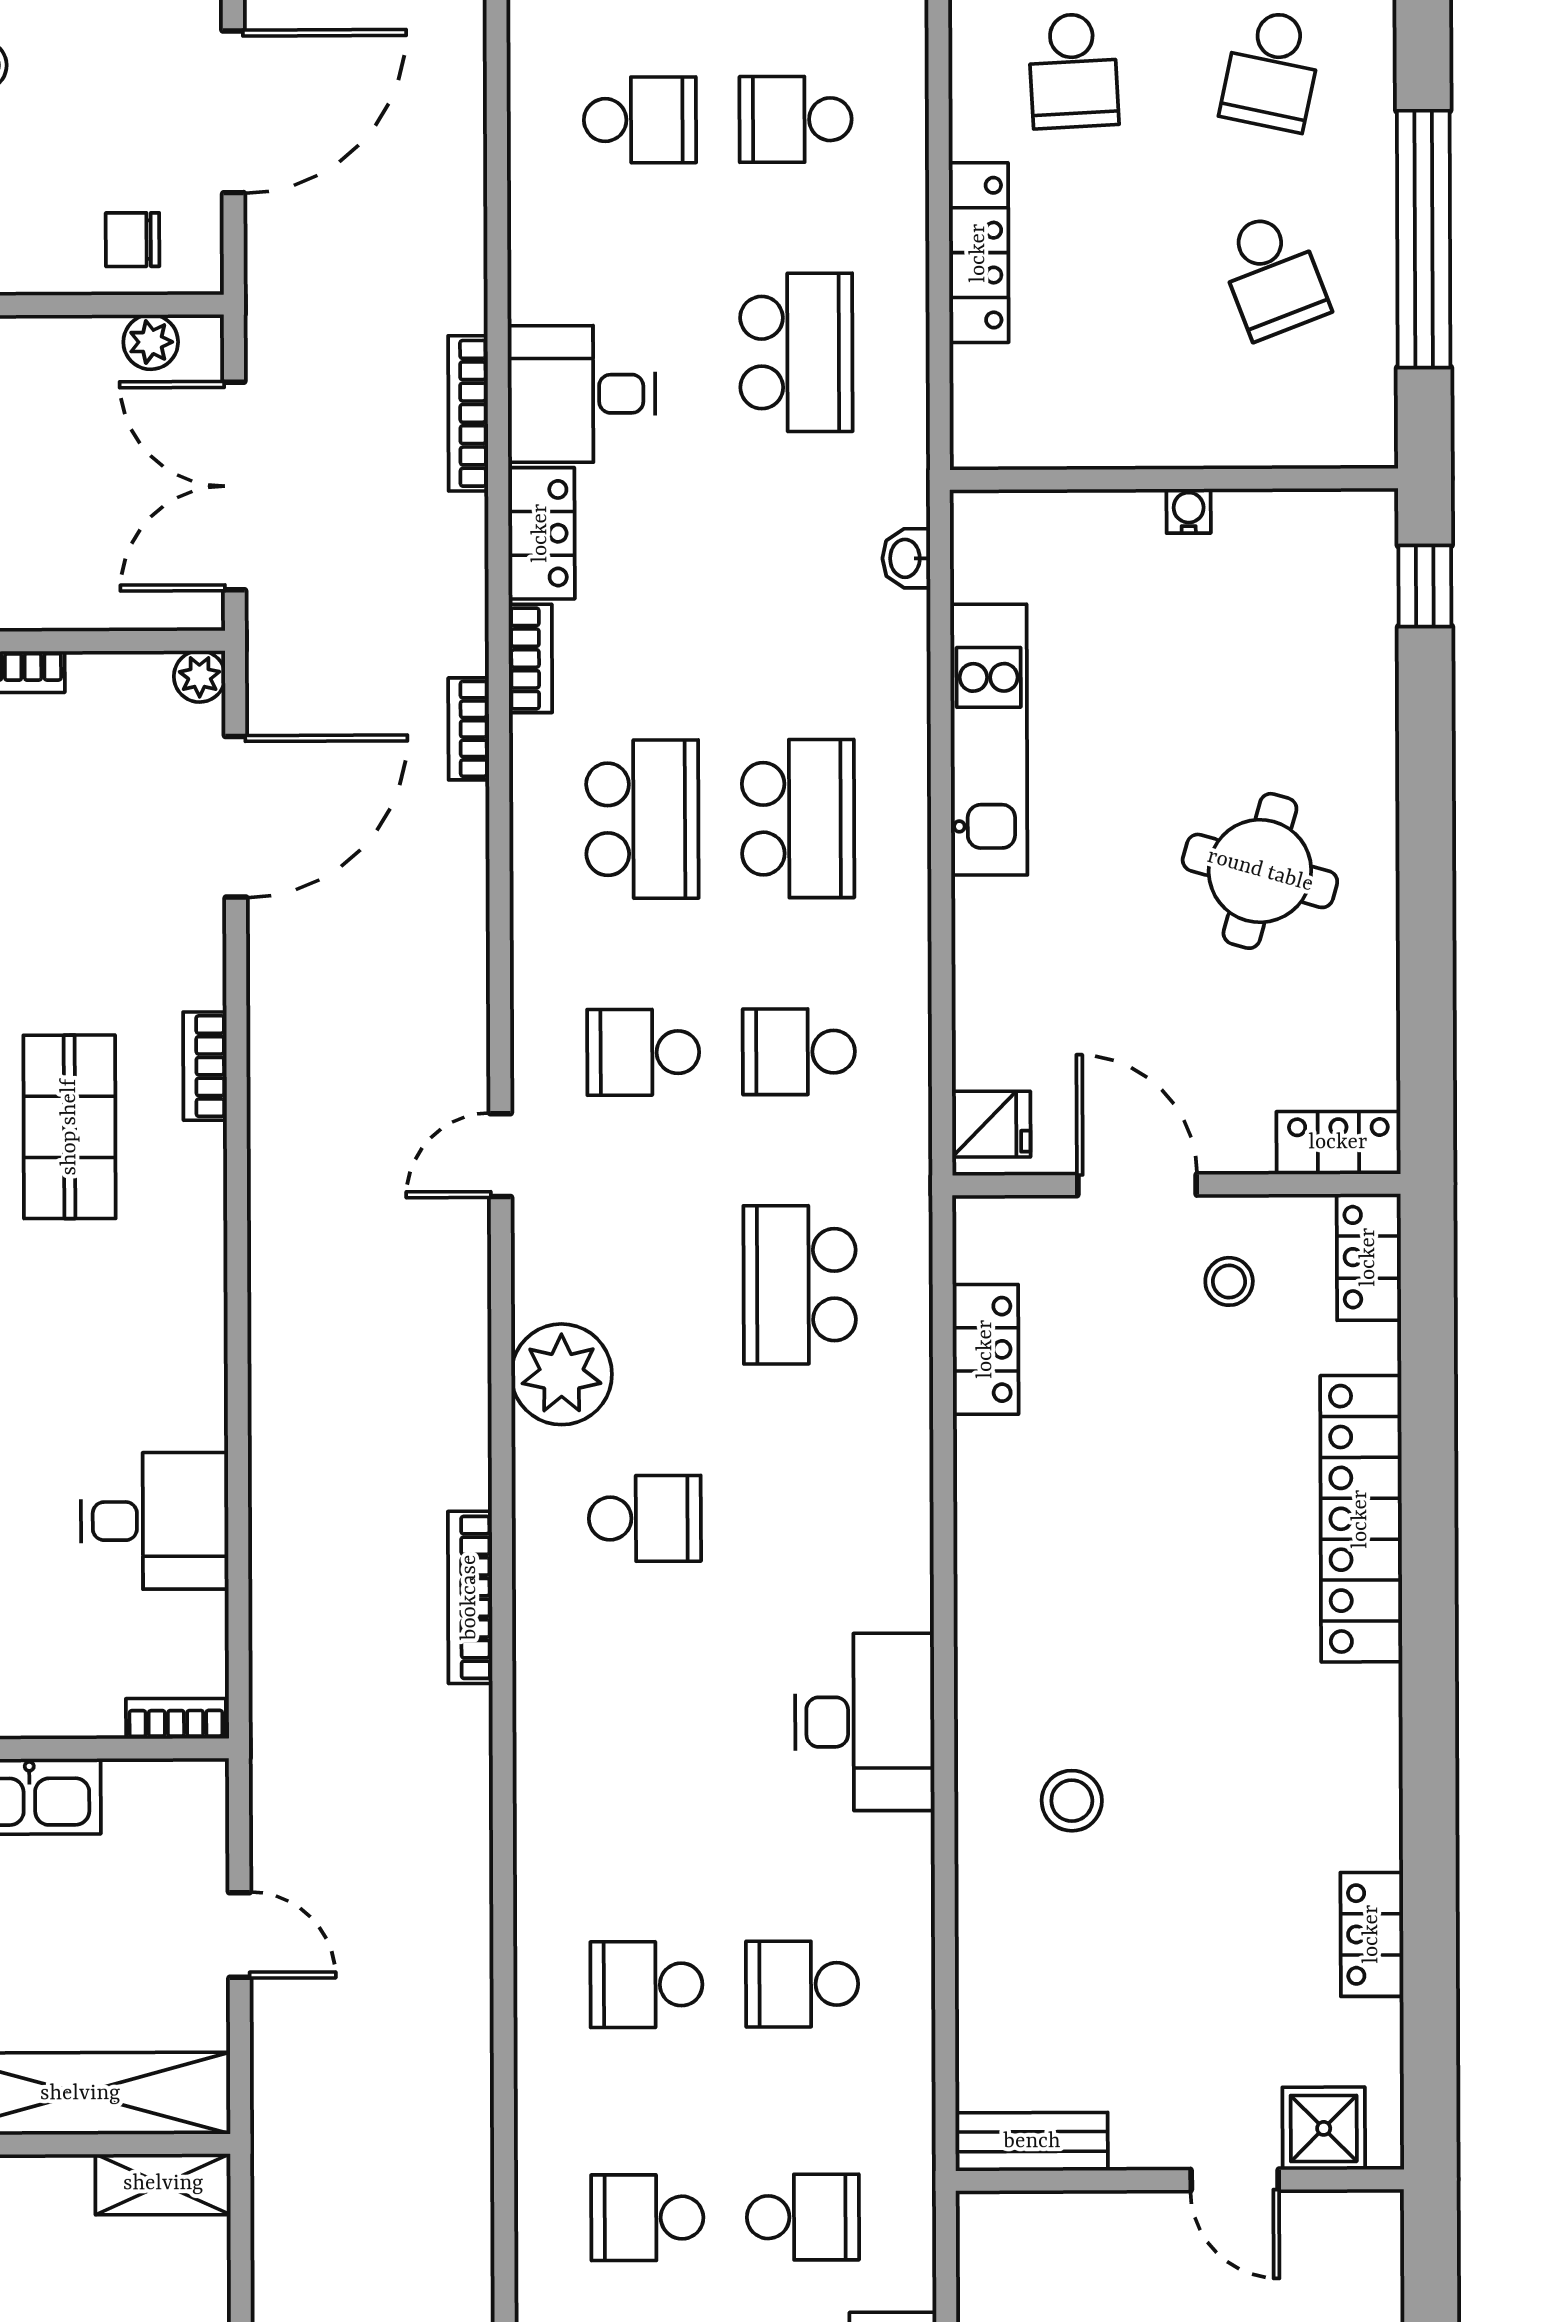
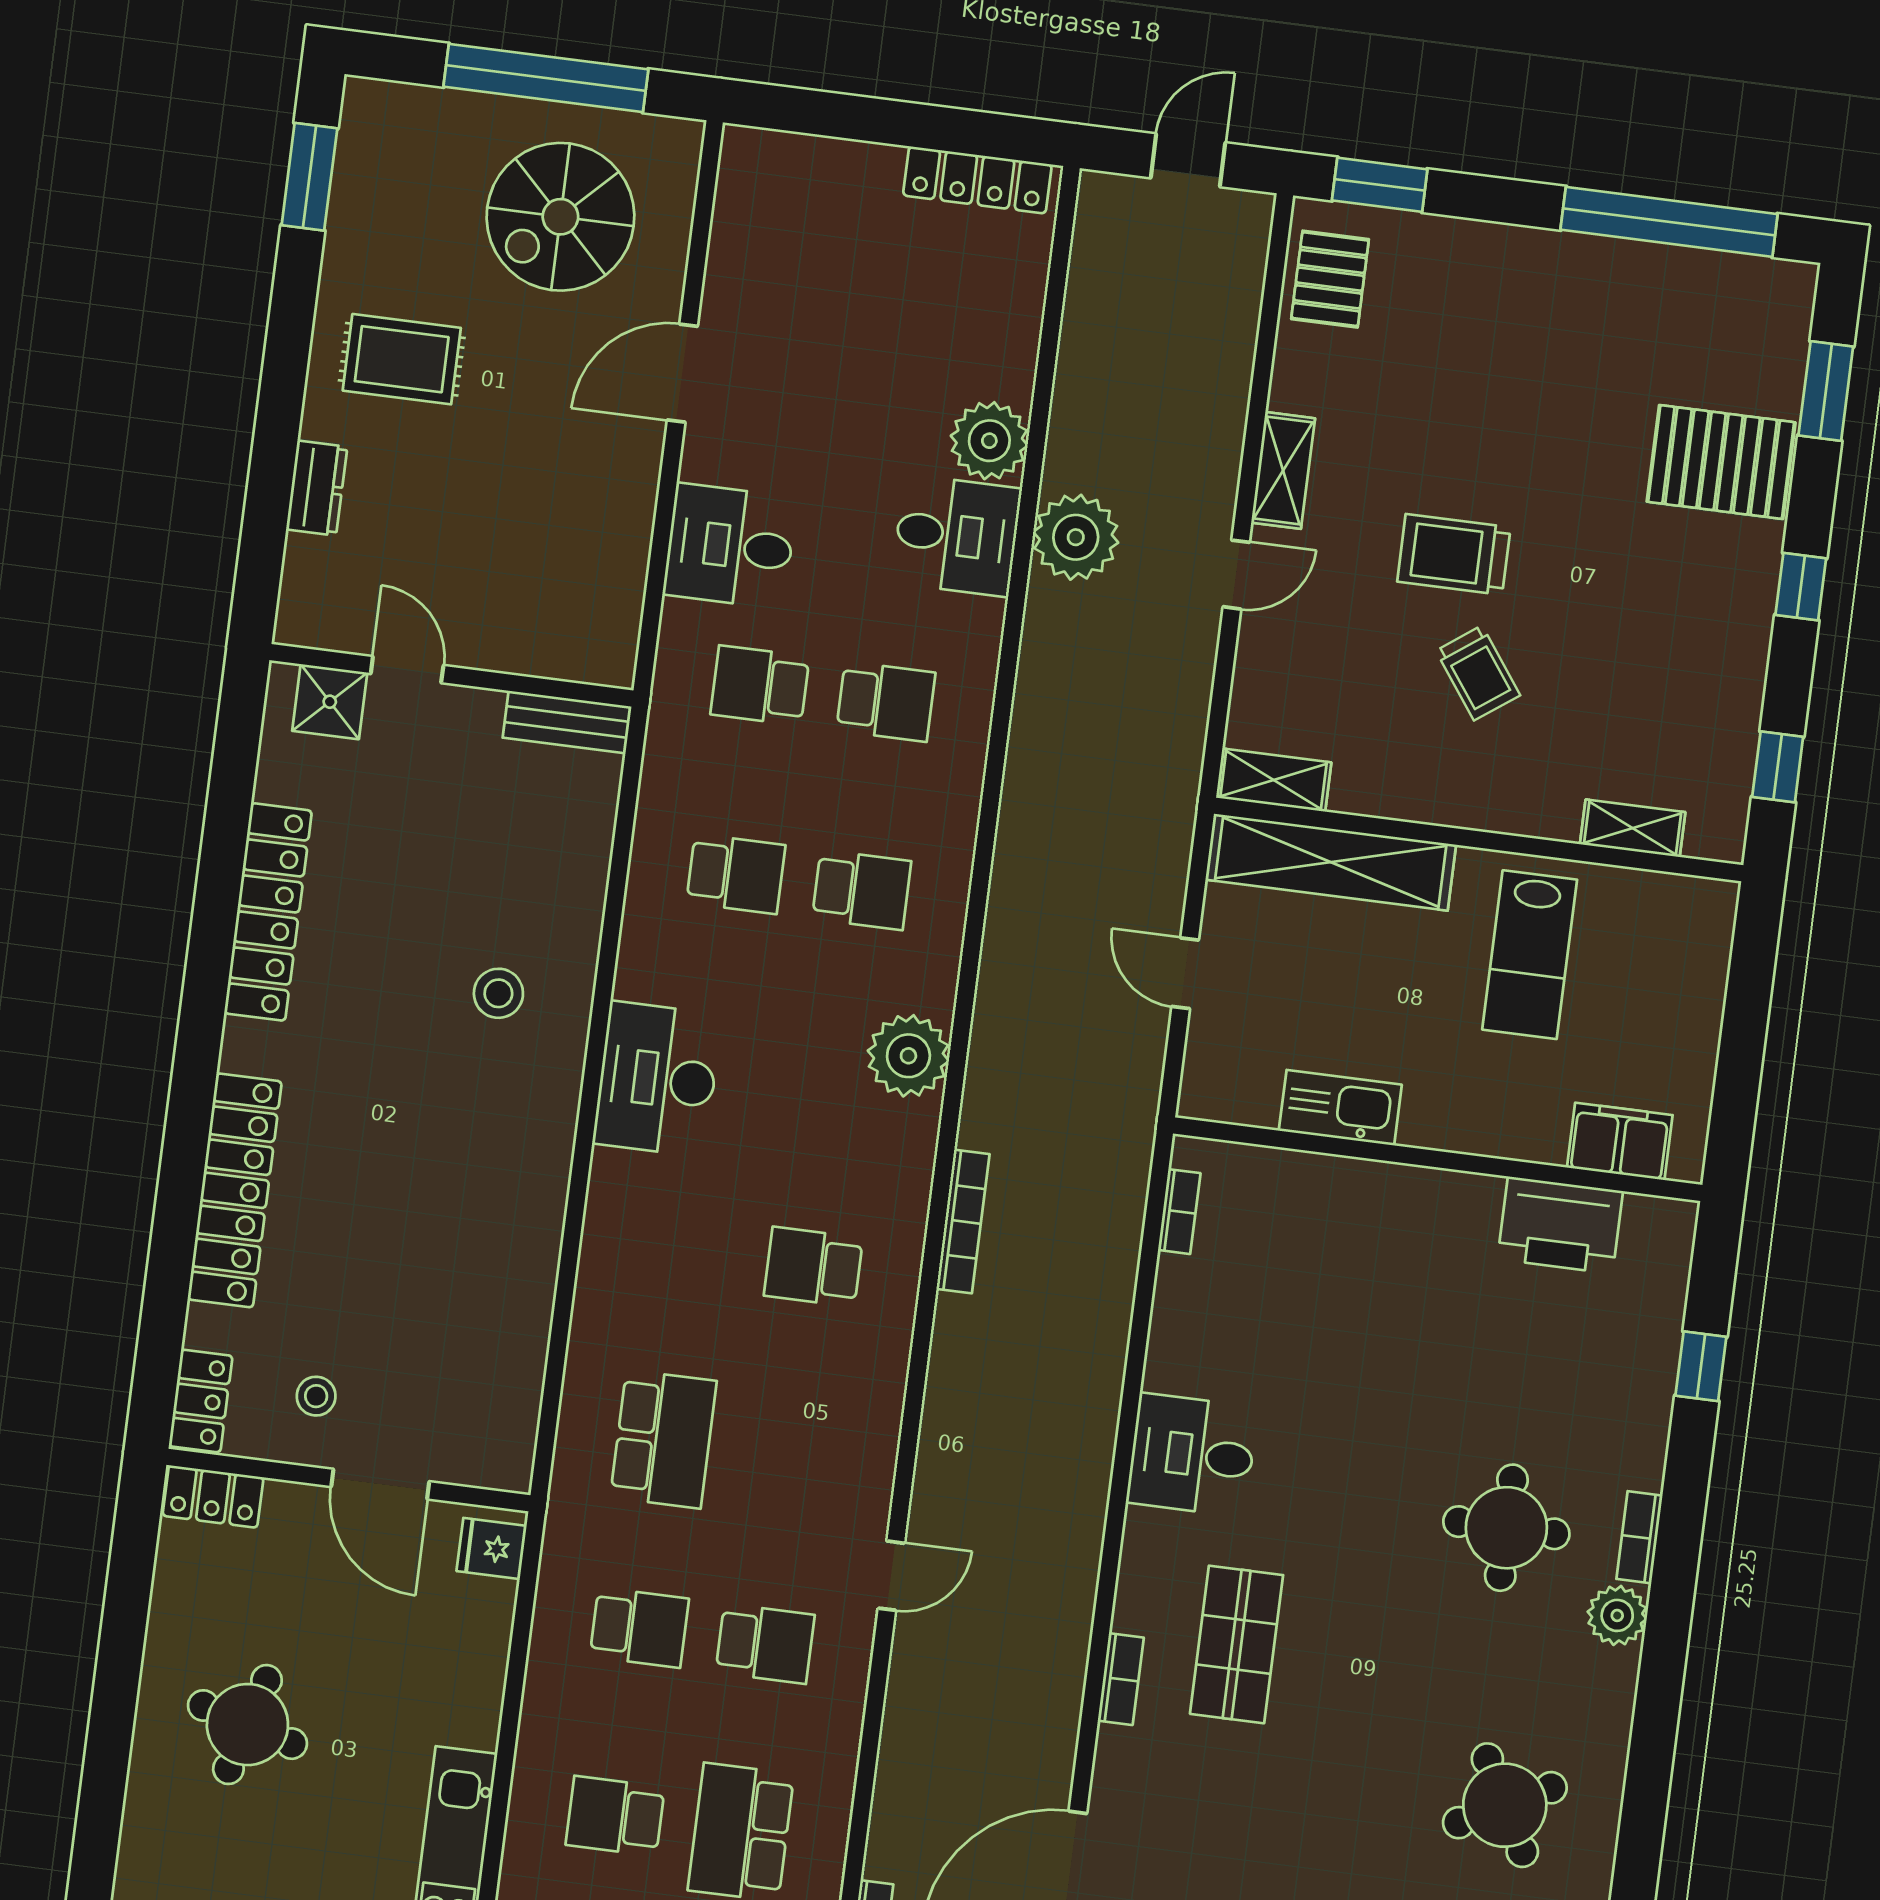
school desk: (798, 819) -> (615, 1816), width x0.54
locker: (986, 1349) -> (520, 1367), removed
plant: (562, 1374) -> (908, 1056), moved
desk: (155, 1521) -> (1192, 1455), moved
bookcase: (176, 1719) -> (1179, 1212), moved, turned -90
locker: (1372, 1934) -> (268, 912), width x2.16, depth x1.21

